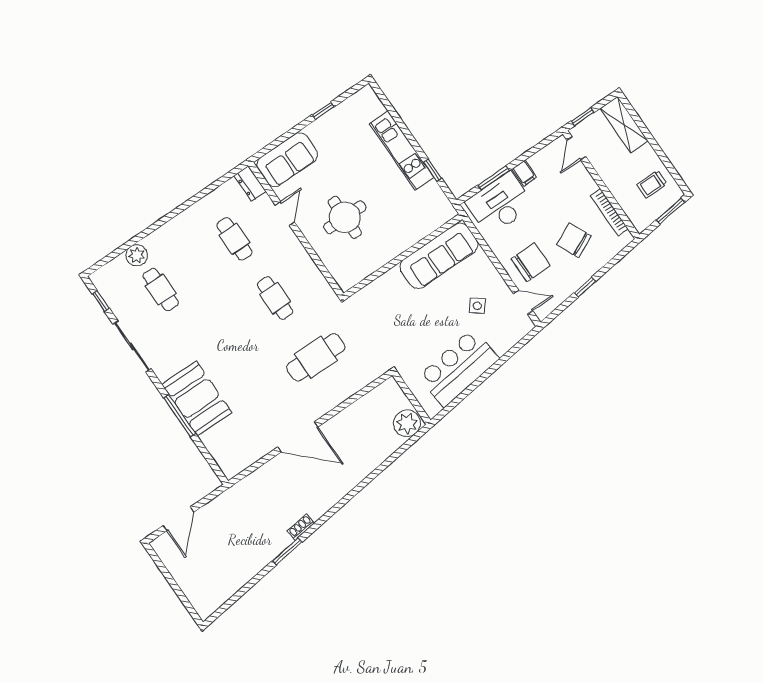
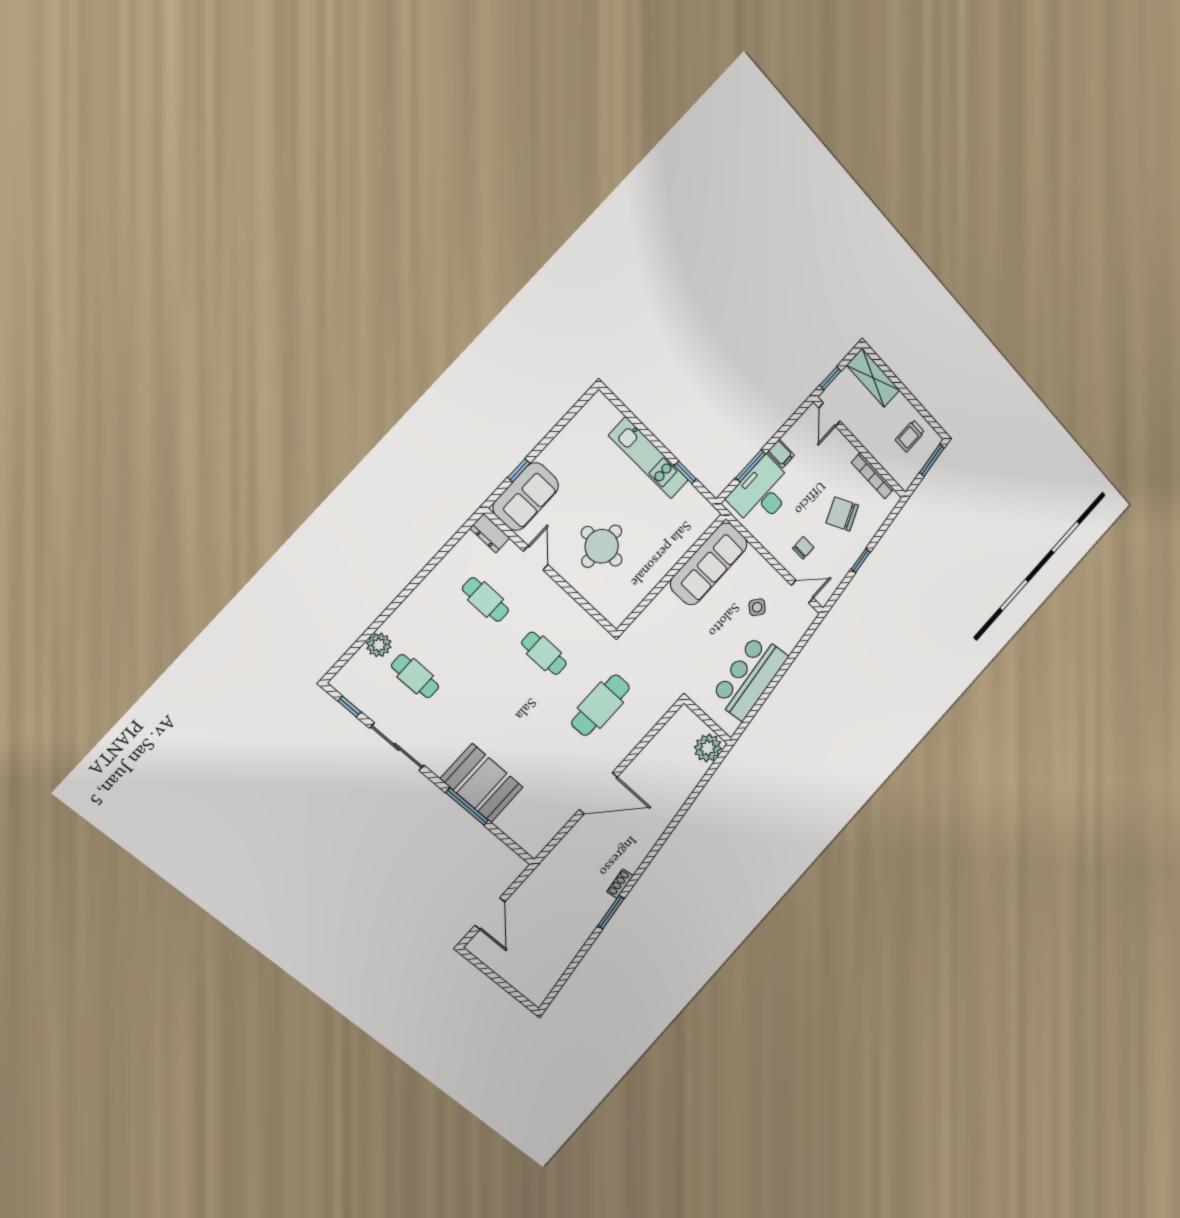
window: (323, 111) -> (519, 470), moved
chair: (531, 262) -> (803, 548), width x0.54, depth x0.54

